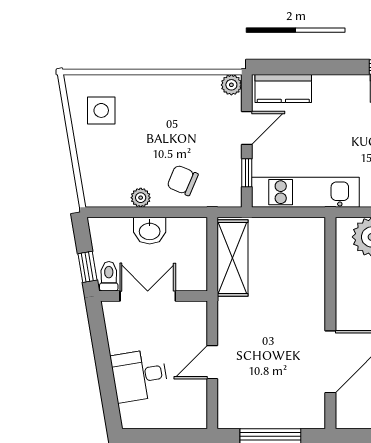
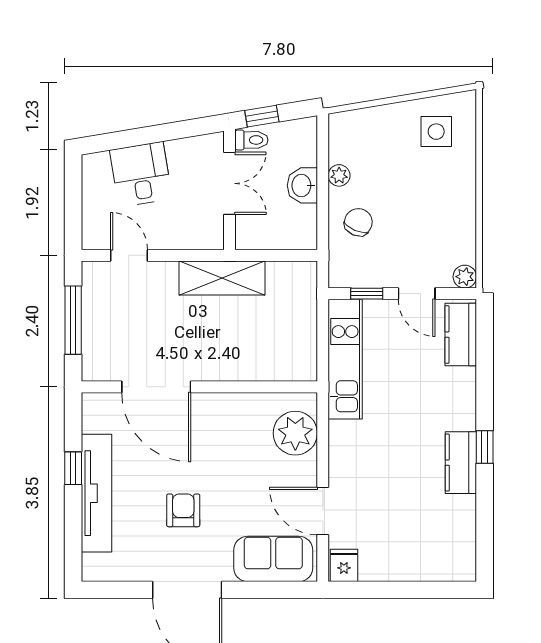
shelving: (233, 258) -> (222, 278), moved
door: (212, 362) -> (129, 255), moved

